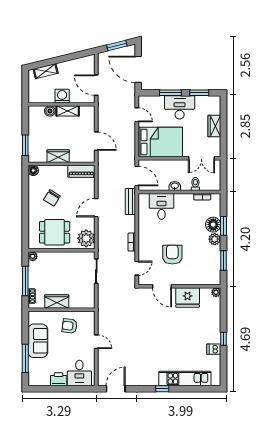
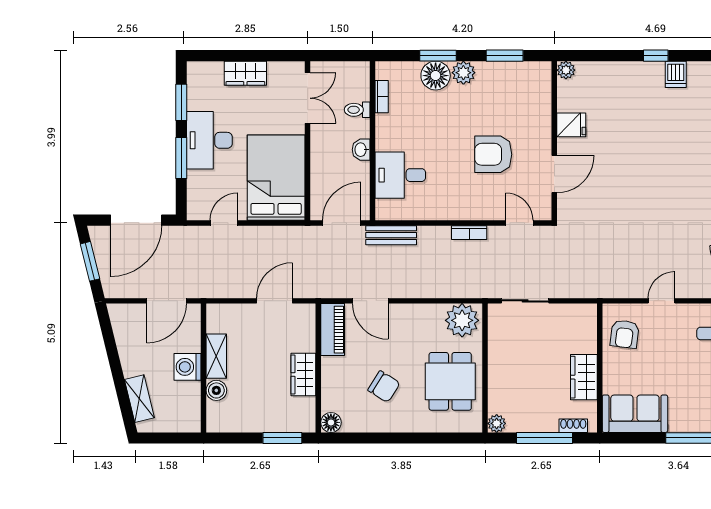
door: (96, 208) -> (370, 301), moved
fridge: (188, 297) -> (571, 125), width x0.53, depth x0.75
armchair: (70, 326) -> (625, 334), moved
sofa: (38, 341) -> (635, 414), moved

